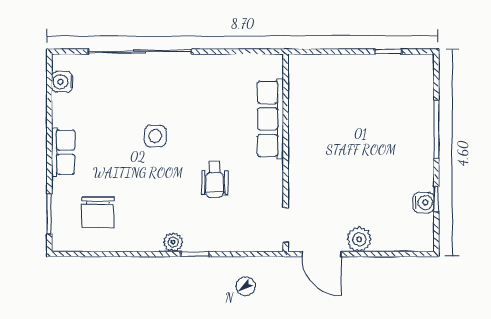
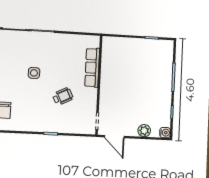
wheelchair: (215, 179) -> (63, 96), turned -116
water cooler: (424, 203) -> (165, 133), moved
plant: (359, 239) -> (144, 131), moved
plant: (173, 242) -> (40, 127), removed

